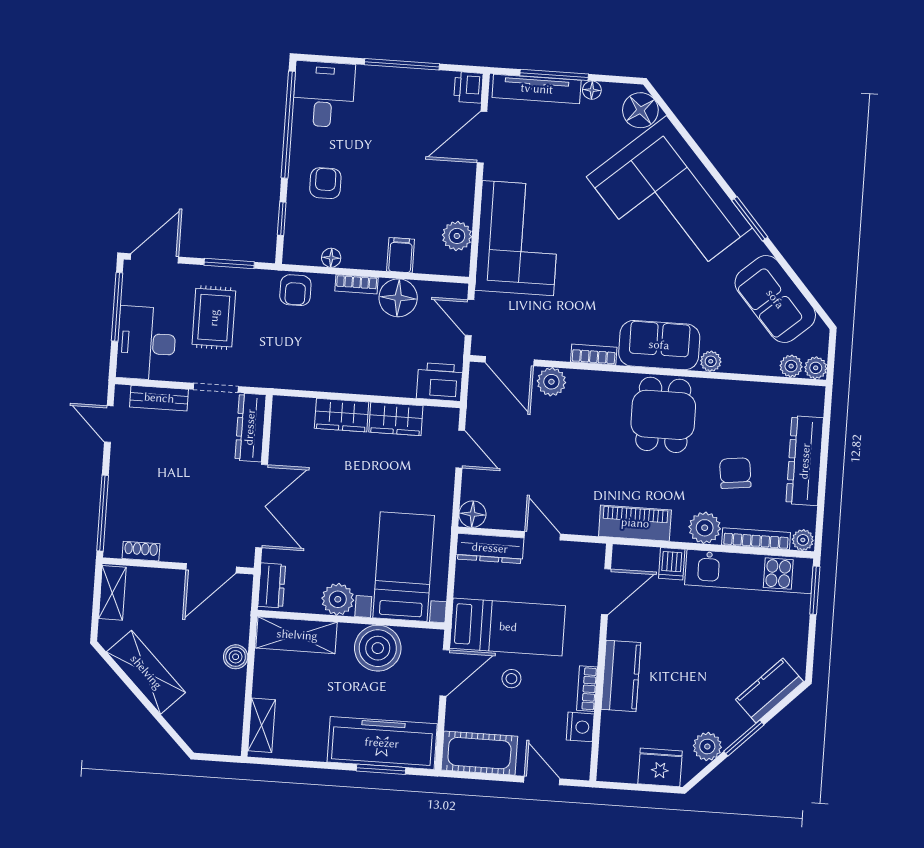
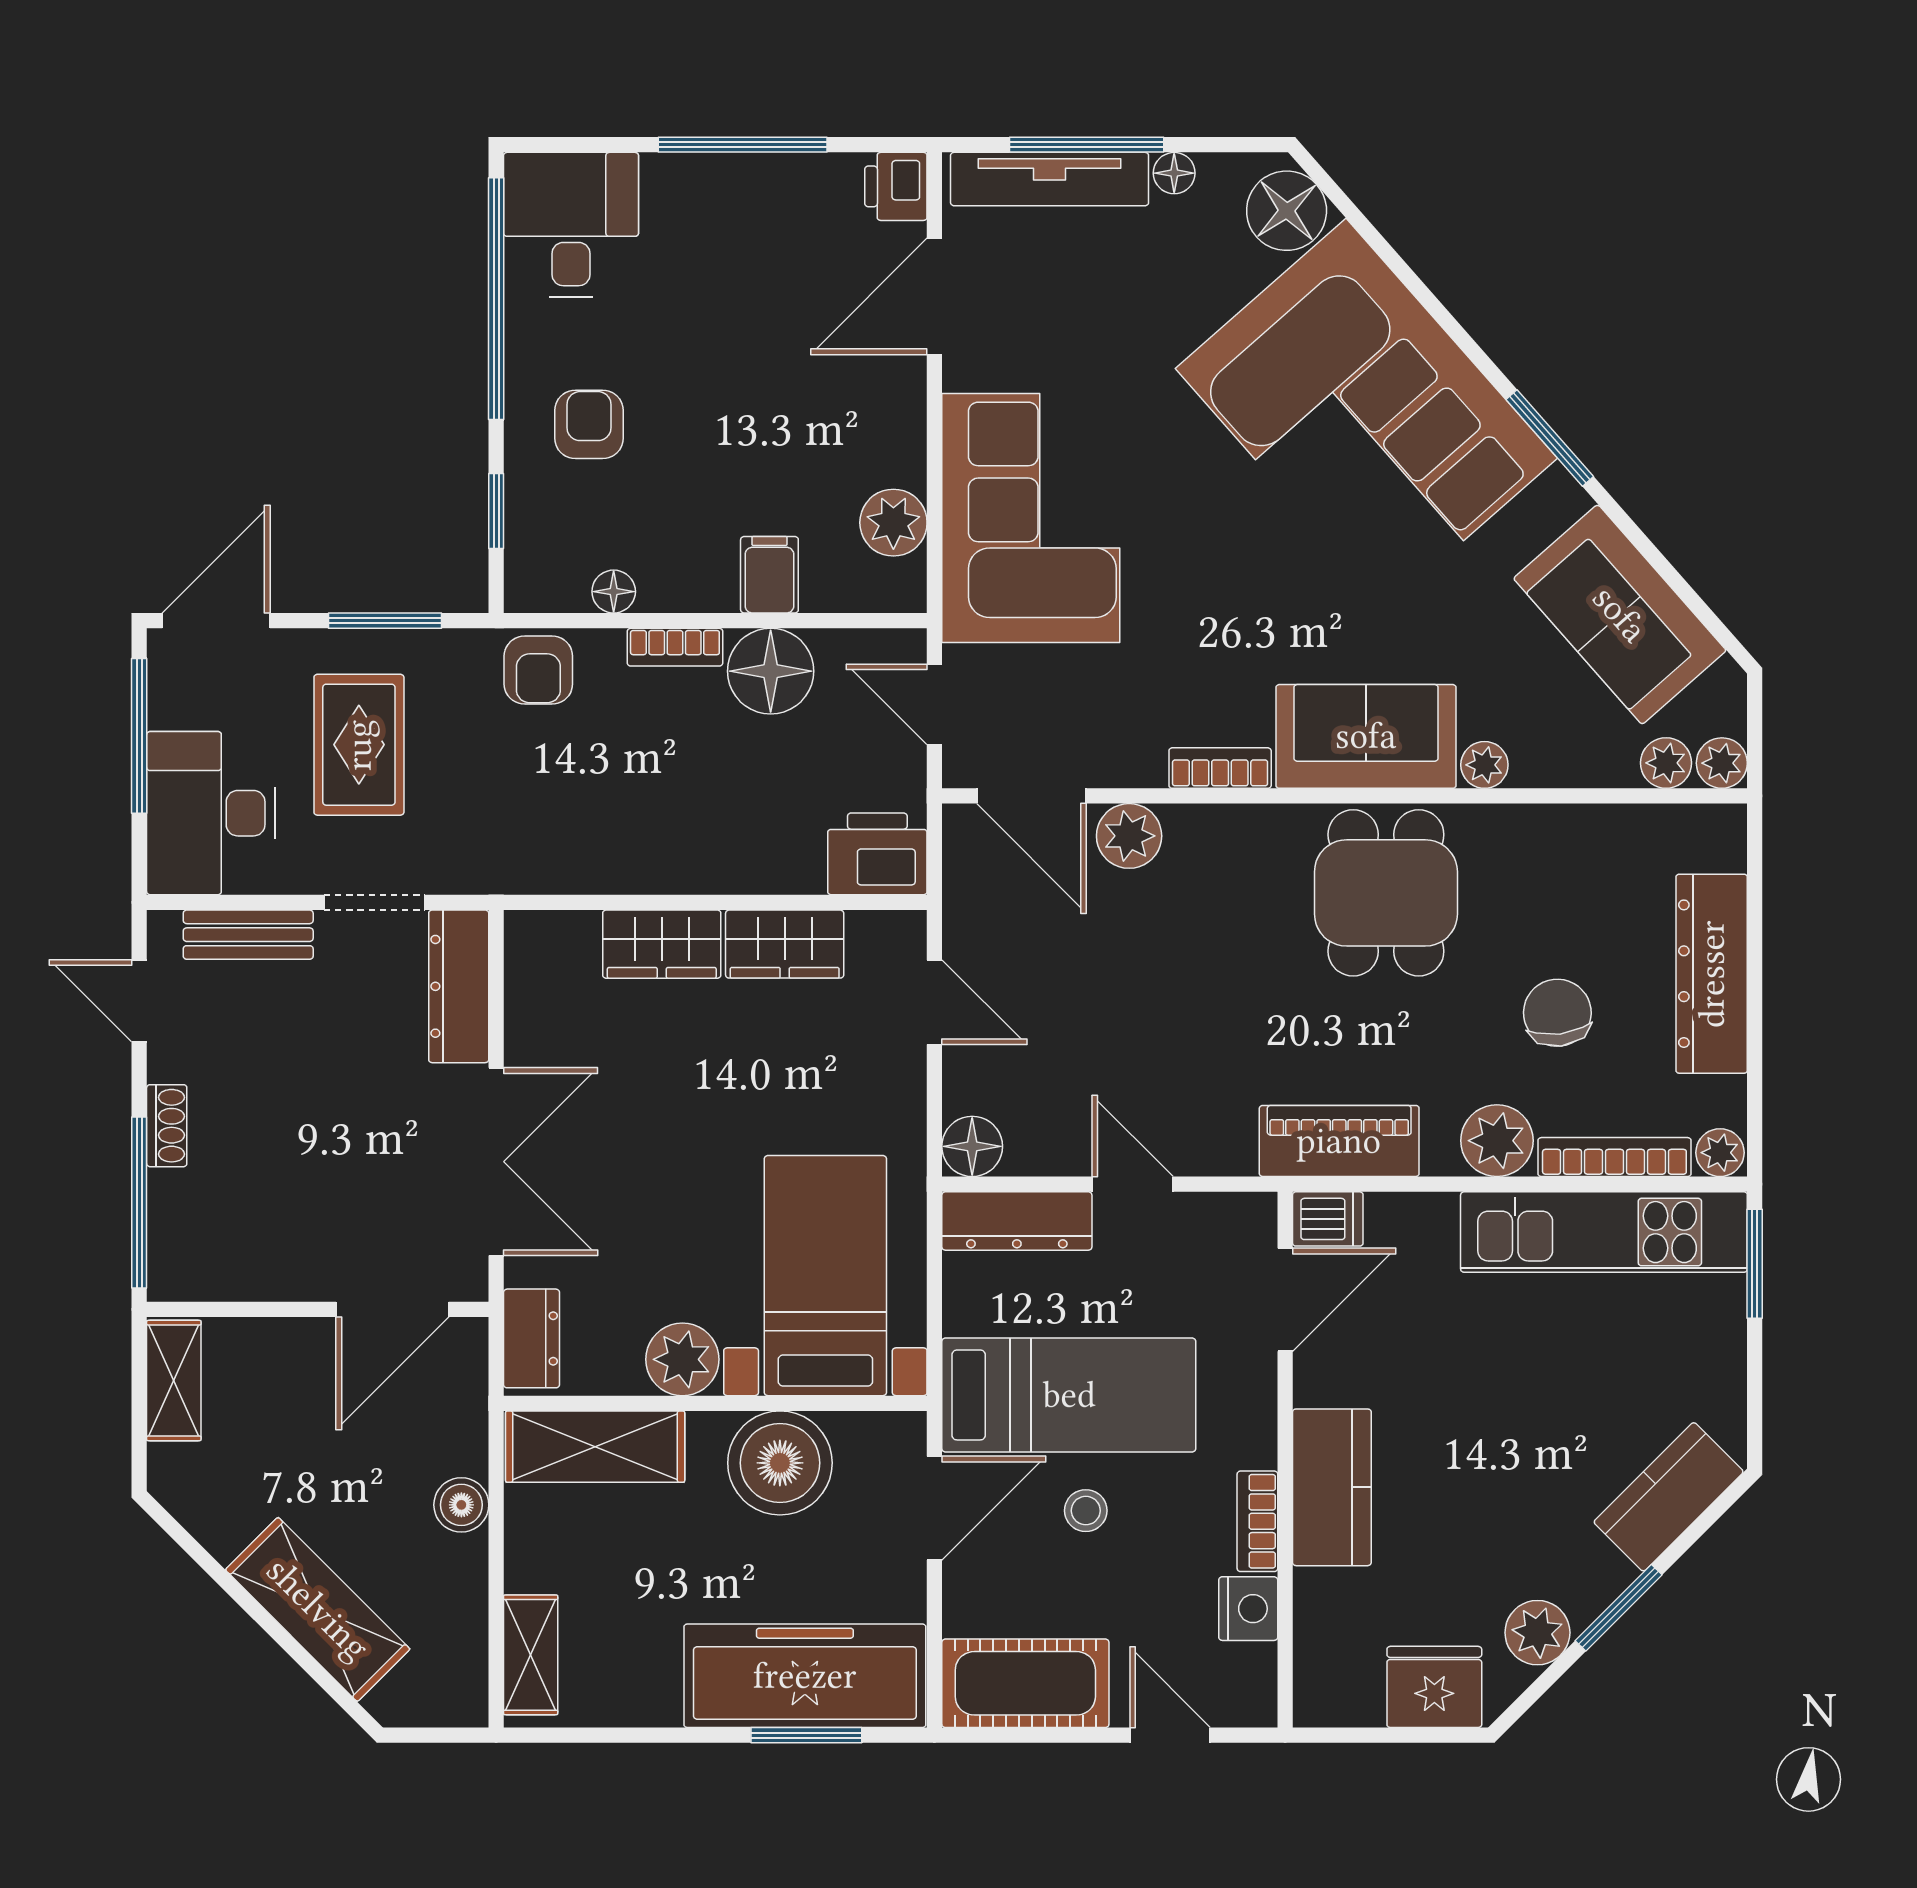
shoe rack: (141, 551) -> (167, 1126), moved, turned 90
dishwasher: (672, 564) -> (1328, 1219), moved, turned -90
shelving: (146, 672) -> (318, 1609), moved

